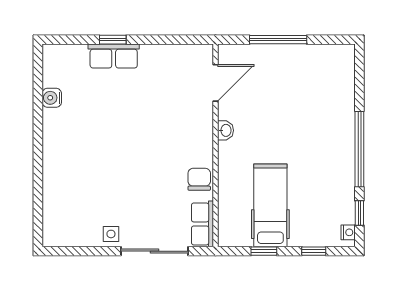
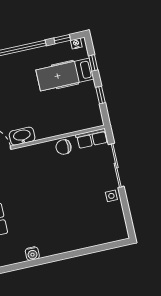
washbasin: (226, 130) -> (22, 136), width x1.91, depth x1.45
hospital bed: (270, 205) -> (65, 74), moved

